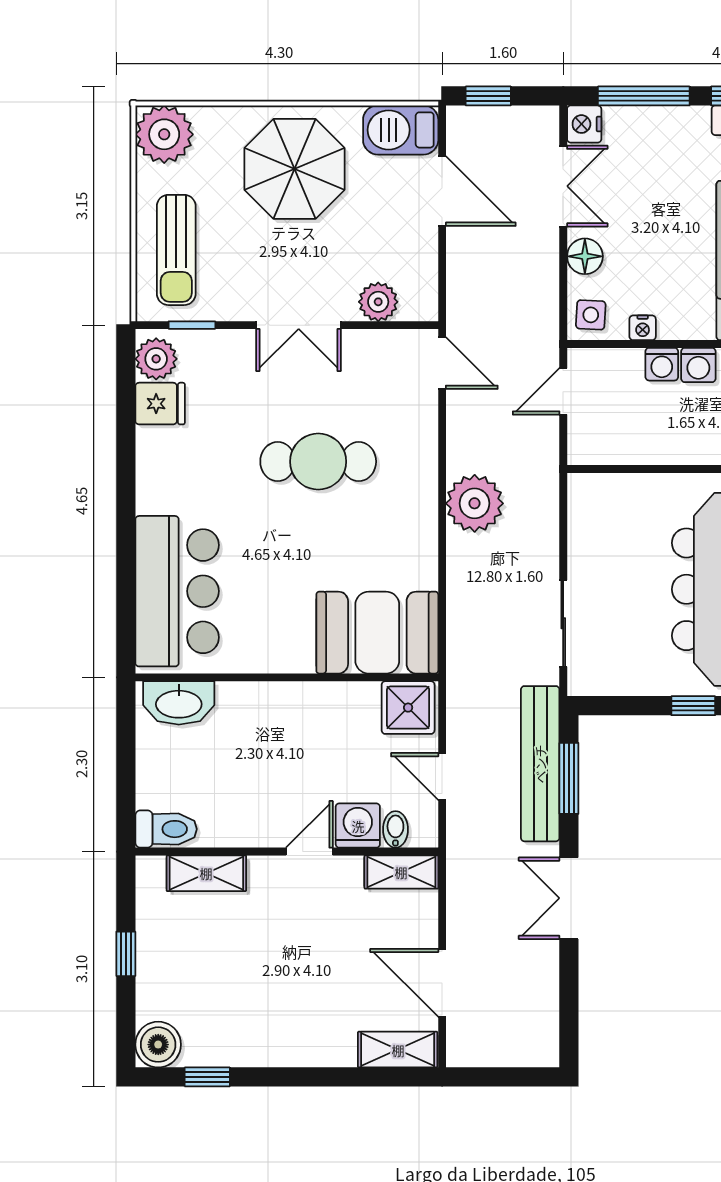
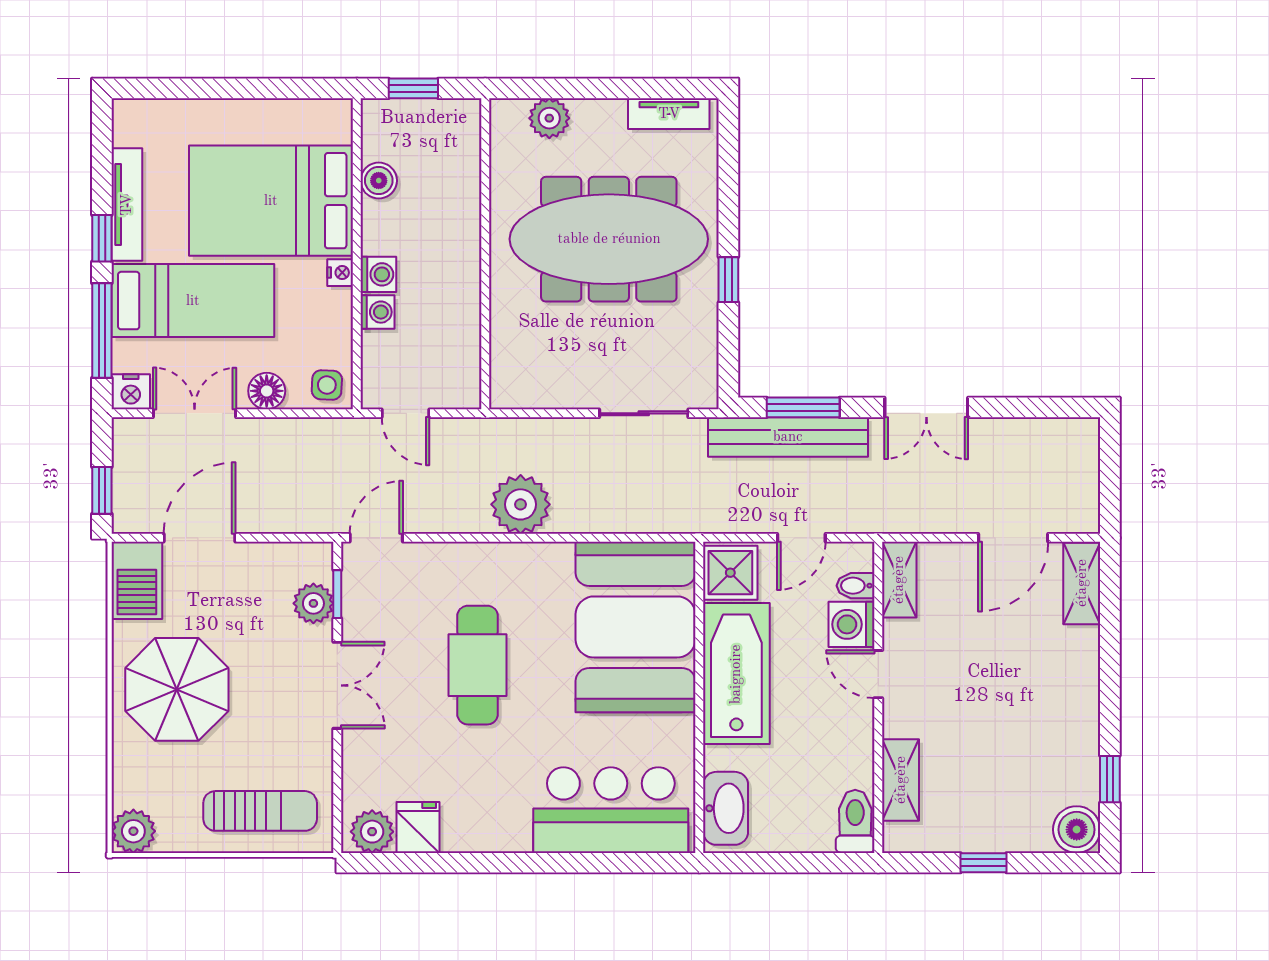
plant: (164, 134) -> (133, 831), width x0.73, depth x0.73
bed: (673, 184) -> (193, 301), added
window: (192, 325) -> (337, 594), moved
nightstand: (643, 328) -> (340, 273), moved
booth: (377, 633) -> (636, 627), width x1.36, depth x1.42
bathtub: (310, 713) -> (736, 674), added

